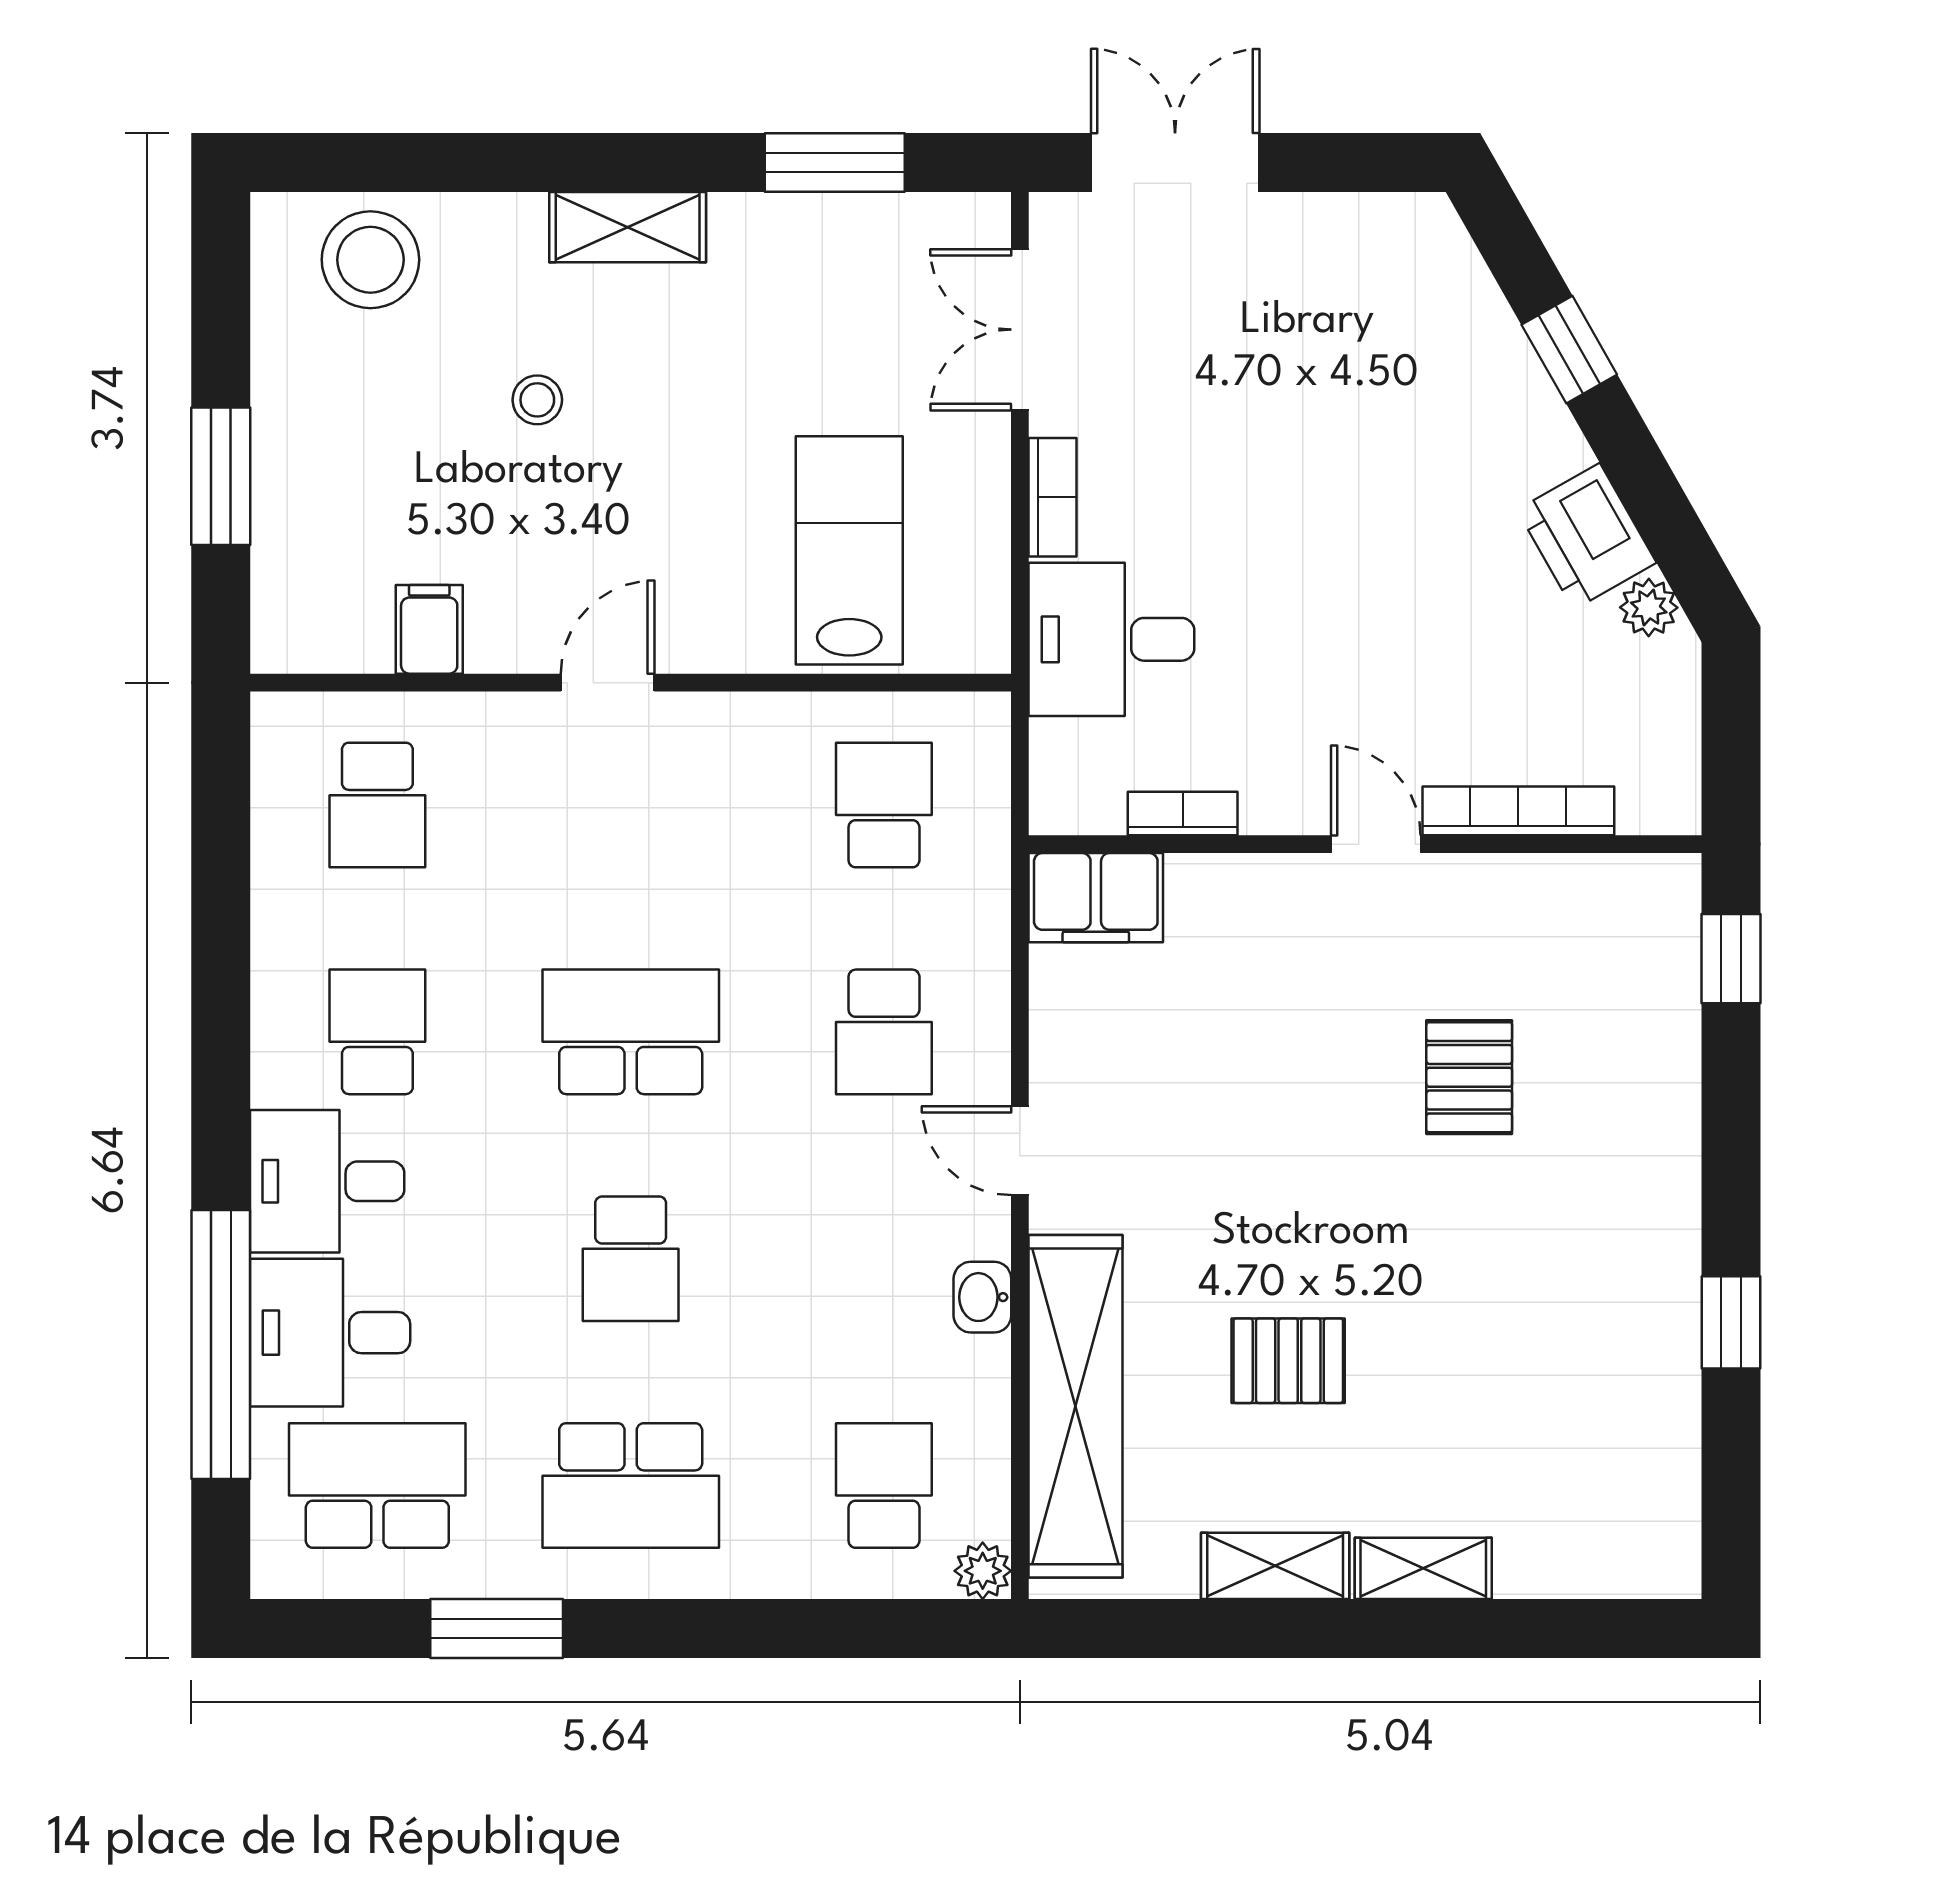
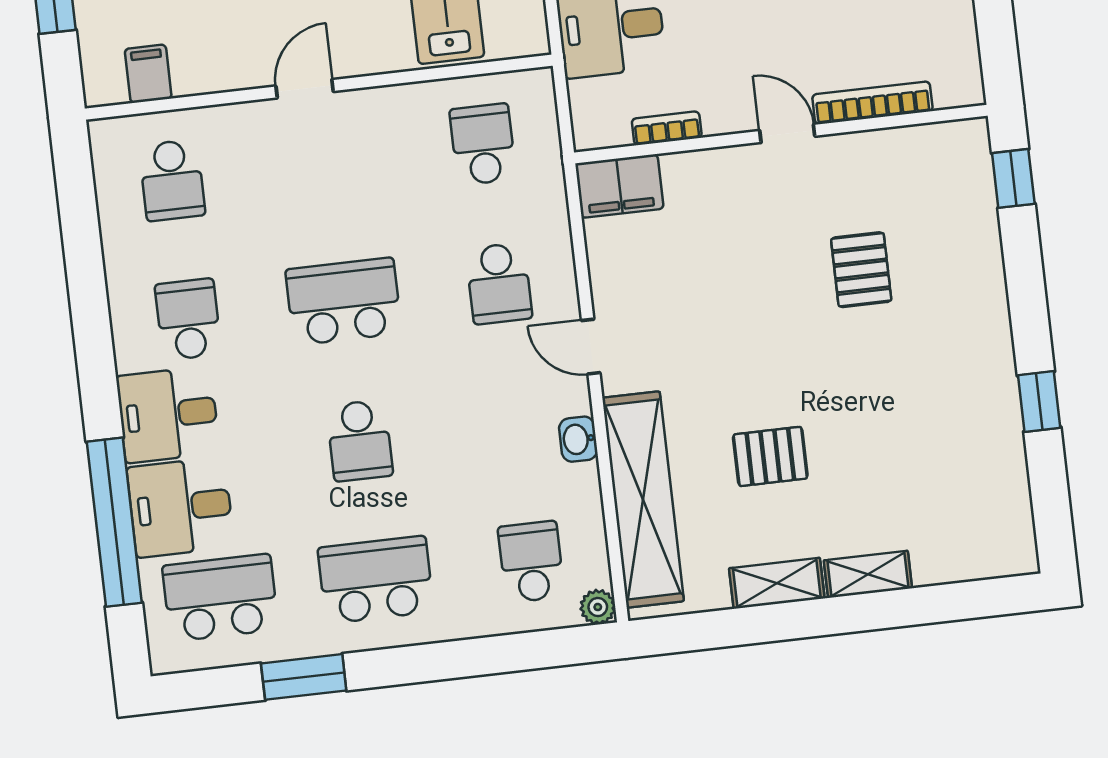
filing cabinet: (429, 629) -> (148, 74), moved
school desk: (631, 1486) -> (376, 580), turned 180

